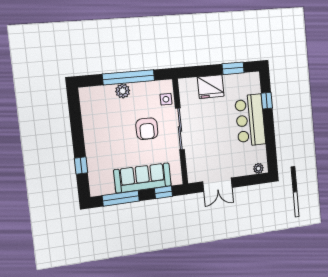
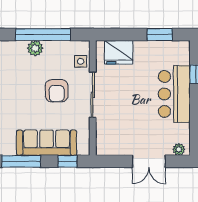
fridge: (211, 87) -> (119, 52), moved
double door: (217, 185) -> (149, 161), moved

